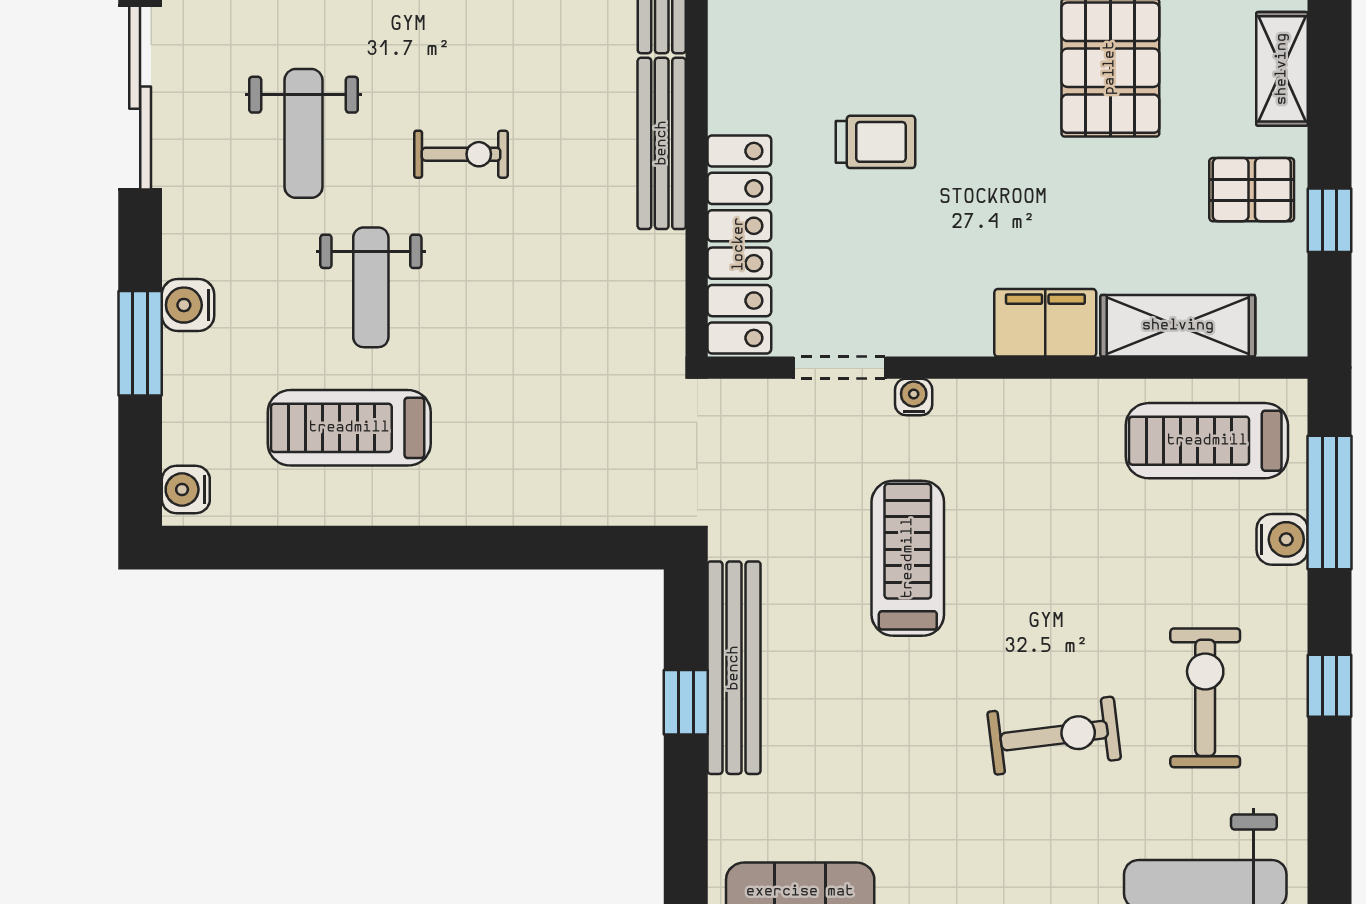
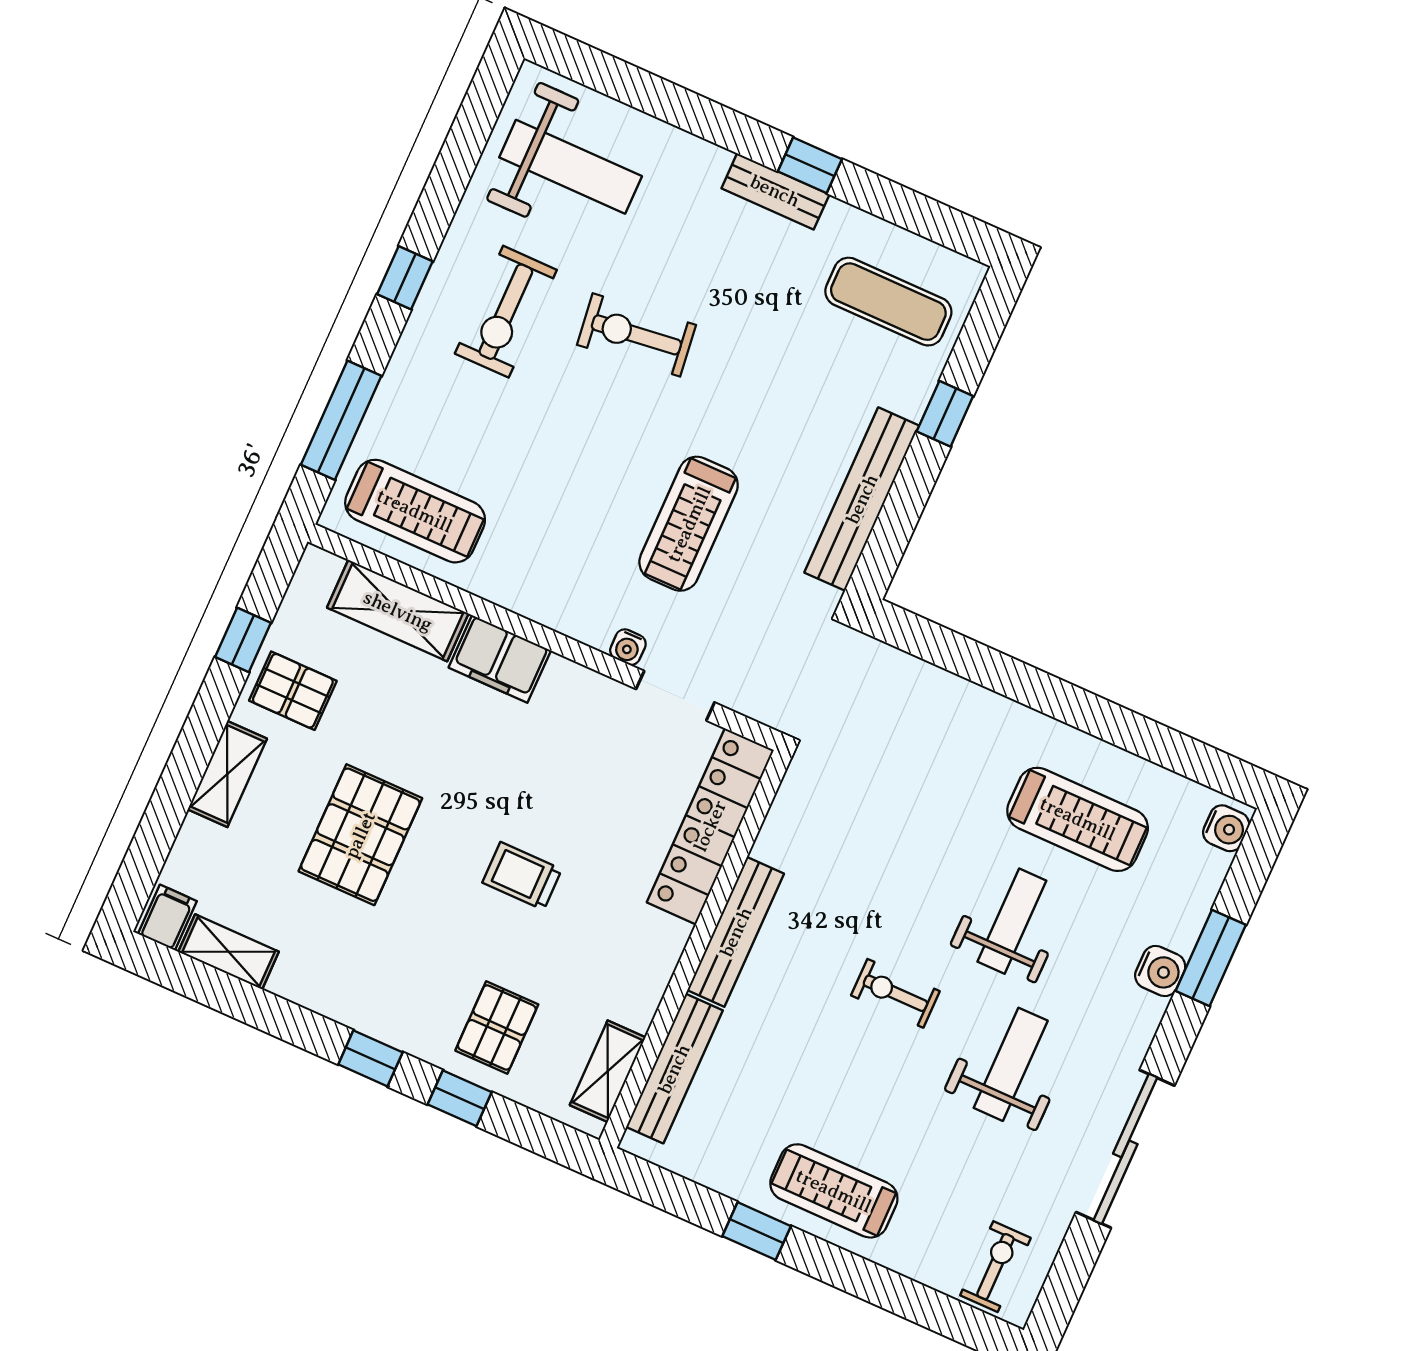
trolley: (875, 142) -> (522, 876), moved
water cooler: (1282, 539) -> (391, 408), removed
window: (686, 702) -> (945, 414), moved

